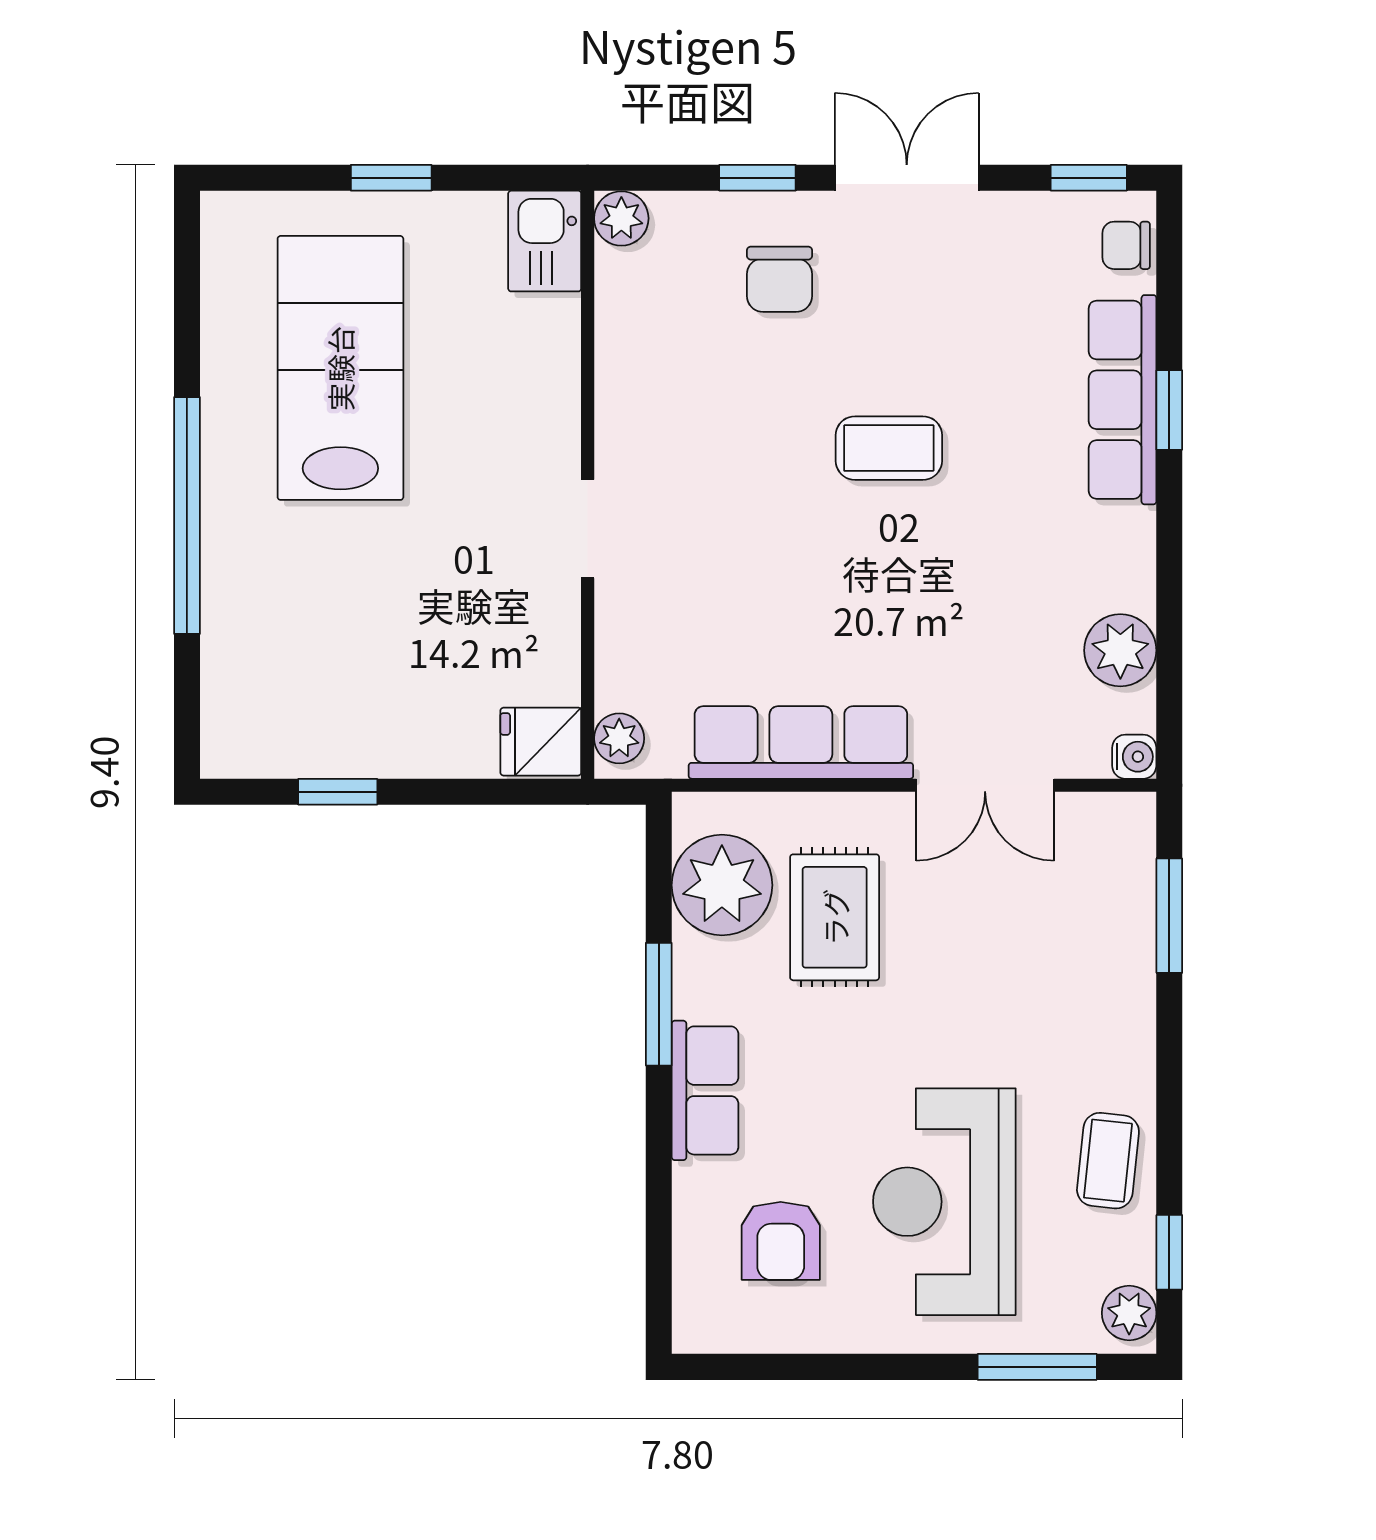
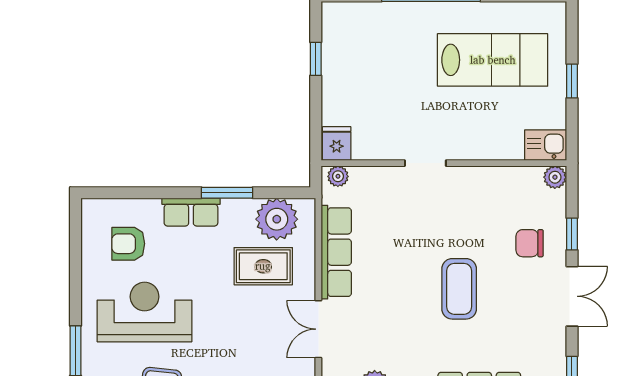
coffee table: (889, 448) -> (459, 289), width x1.36, depth x1.30

